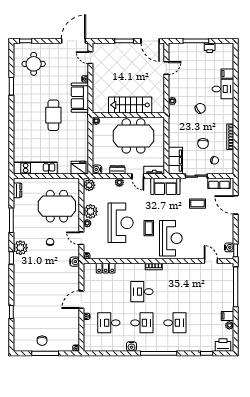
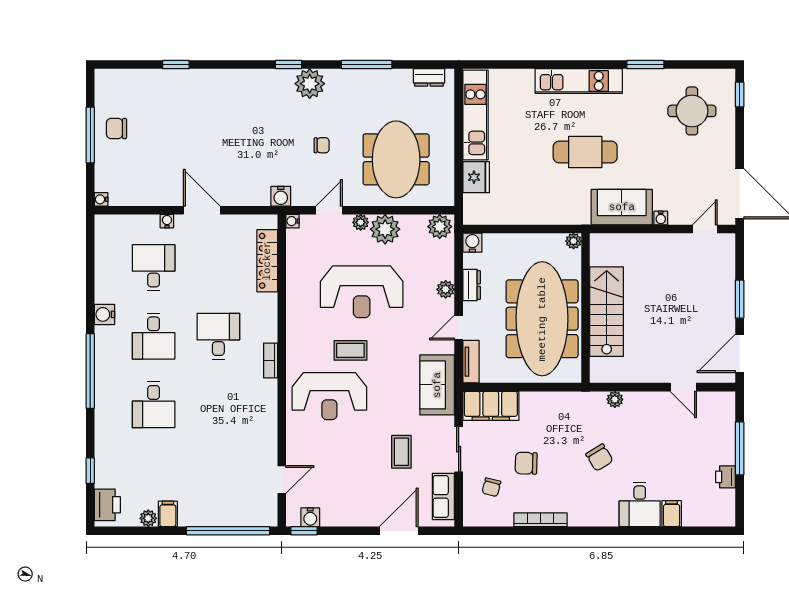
kitchen unit: (19, 118) -> (579, 81), added
meeting table: (134, 136) -> (542, 319), width x1.36
fridge: (79, 168) -> (476, 177), moved
locker: (106, 268) -> (267, 261), width x1.53

